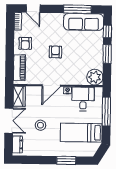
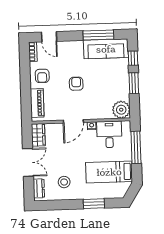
stool: (40, 125) -> (64, 182), moved

